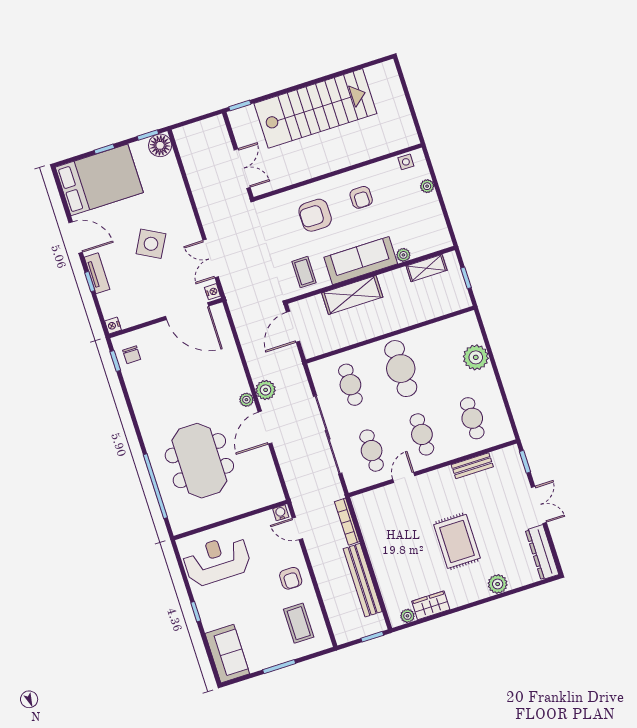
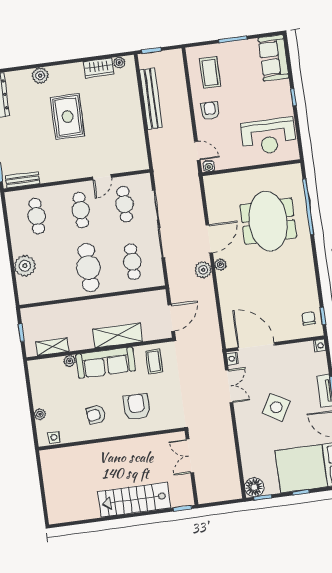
stairs: (315, 108) -> (134, 500), width x0.73, depth x0.66
armchair: (361, 197) -> (96, 415), turned -96
armchair: (315, 215) -> (137, 407), turned -90
bench: (472, 466) -> (22, 180), moved
bookcase: (347, 522) -> (155, 149), removed

